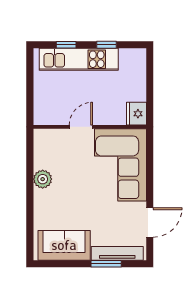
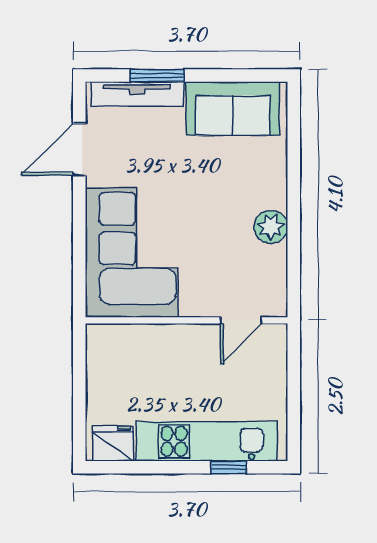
window: (107, 45) -> (157, 467), removed
fridge: (136, 114) -> (113, 443), moved, turned -90
door: (81, 127) -> (241, 320), moved

